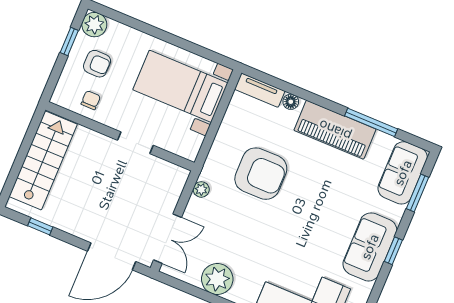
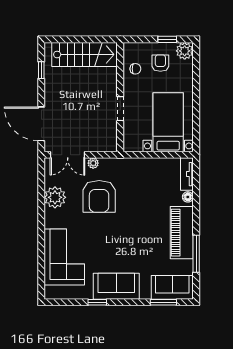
armchair: (97, 64) -> (160, 63), turned 180
armchair: (261, 174) -> (99, 196), moved
plant: (201, 189) -> (93, 163), moved
window: (393, 251) -> (97, 302), moved

